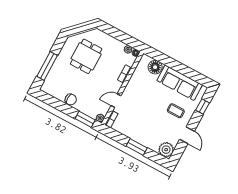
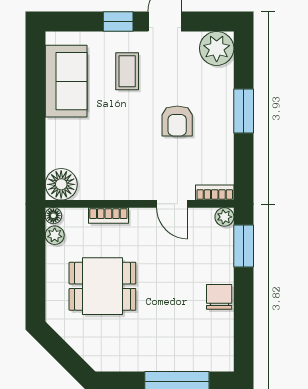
dining table: (86, 56) -> (102, 286), moved
floor lamp: (155, 67) -> (61, 184), moved
sofa: (180, 83) -> (66, 81), width x0.73
window: (203, 107) -> (118, 22), moved
armchair: (147, 120) -> (177, 121), added

